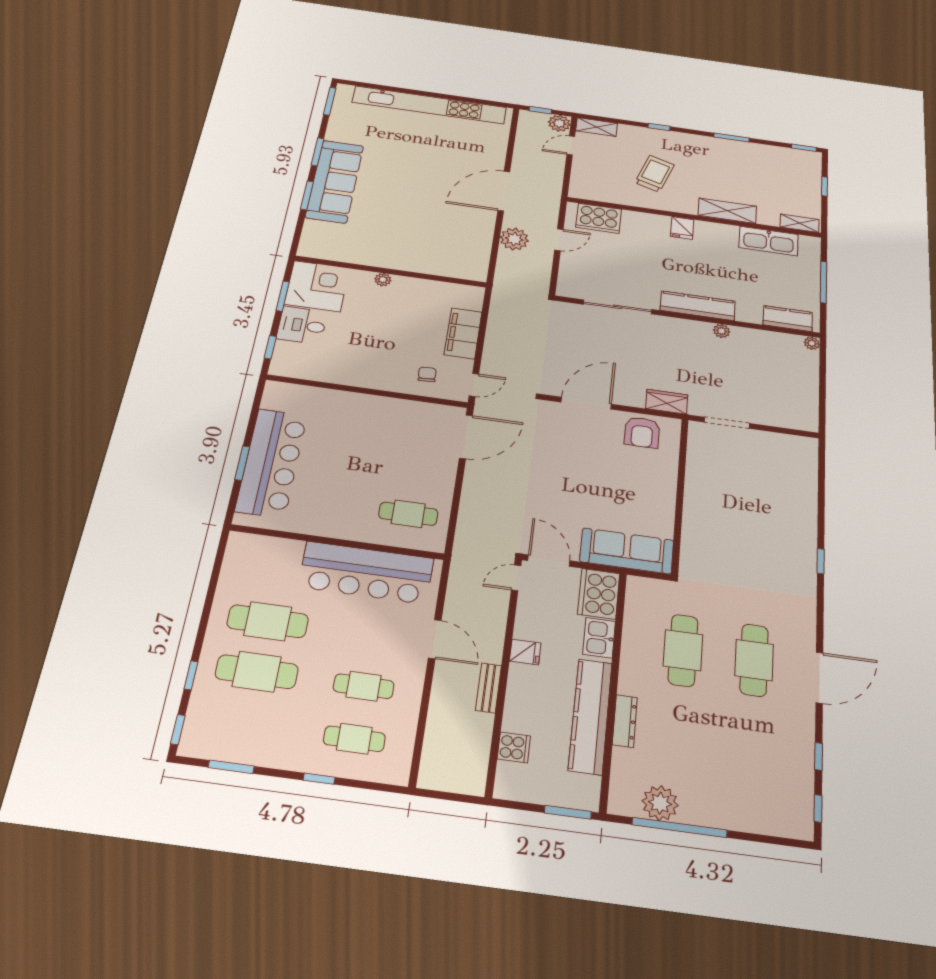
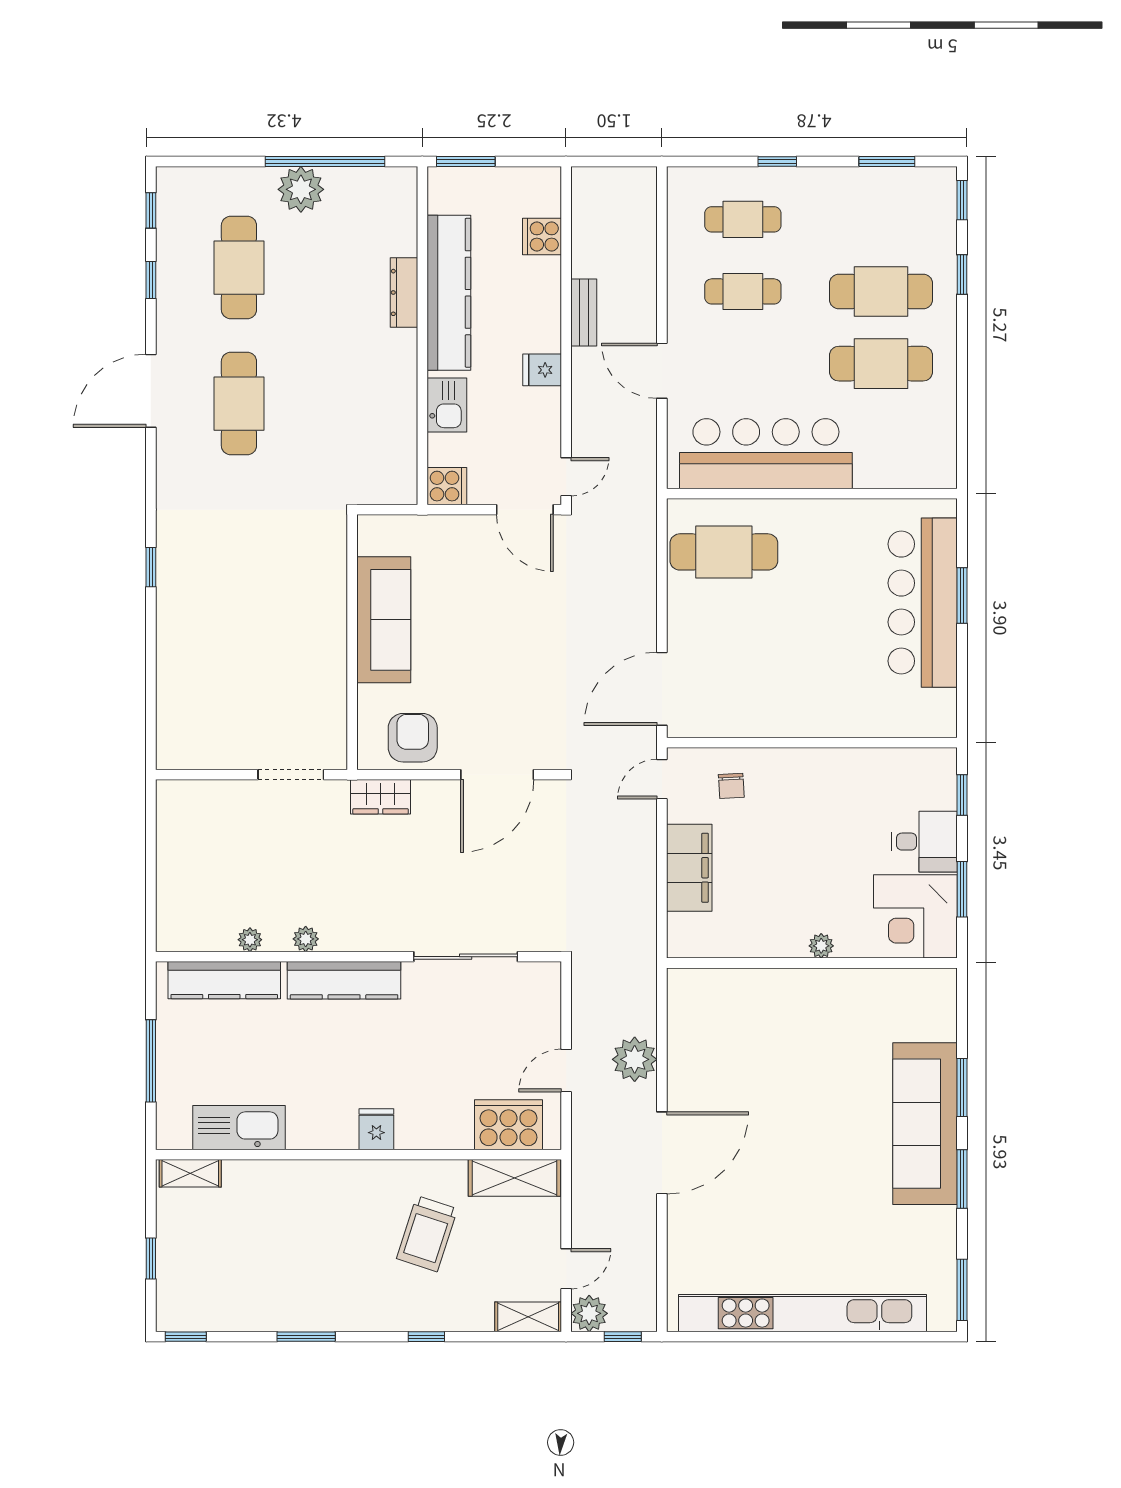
shelving: (727, 211) -> (515, 1178), moved
kitchen counter: (788, 319) -> (224, 980), width x1.50
plant: (812, 343) -> (250, 940), moved
cafe table: (408, 514) -> (724, 552), width x1.37, depth x1.35
sofa: (627, 551) -> (384, 620), moved, turned -90
cooker: (599, 594) -> (447, 486), width x0.53, depth x0.76
cafe table: (683, 650) -> (239, 268), moved
plant: (660, 803) -> (301, 189), moved

